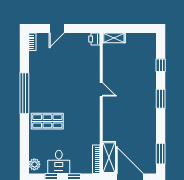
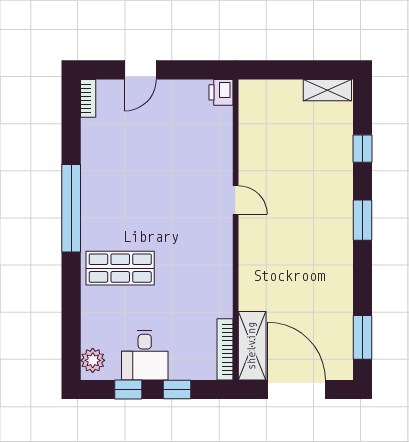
shelving: (114, 38) -> (327, 90), moved

